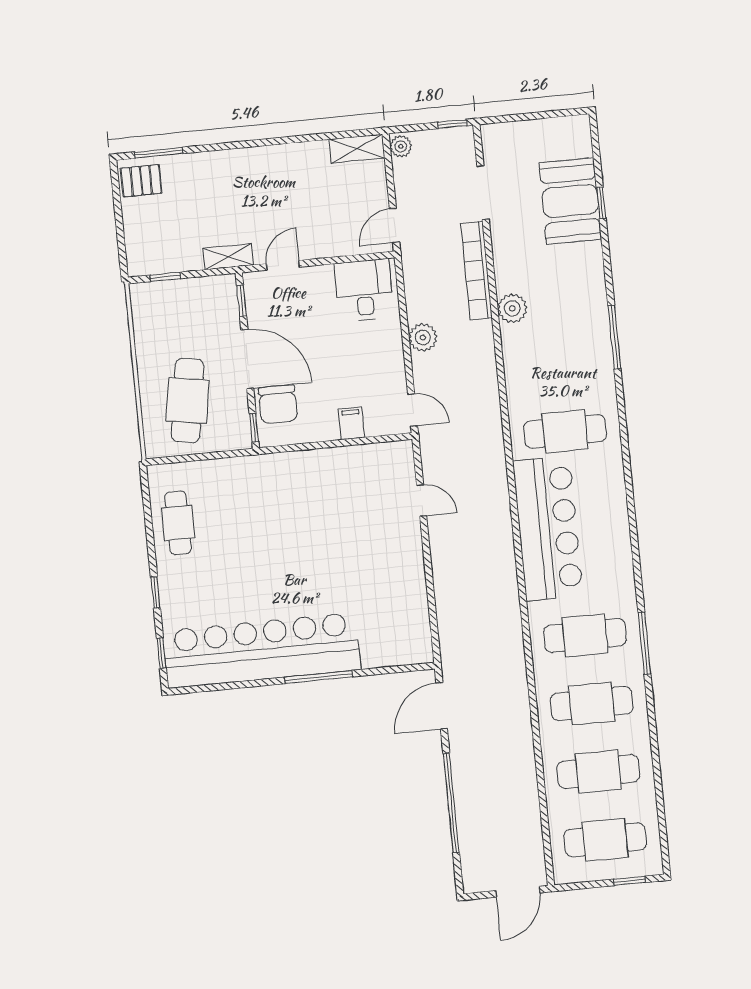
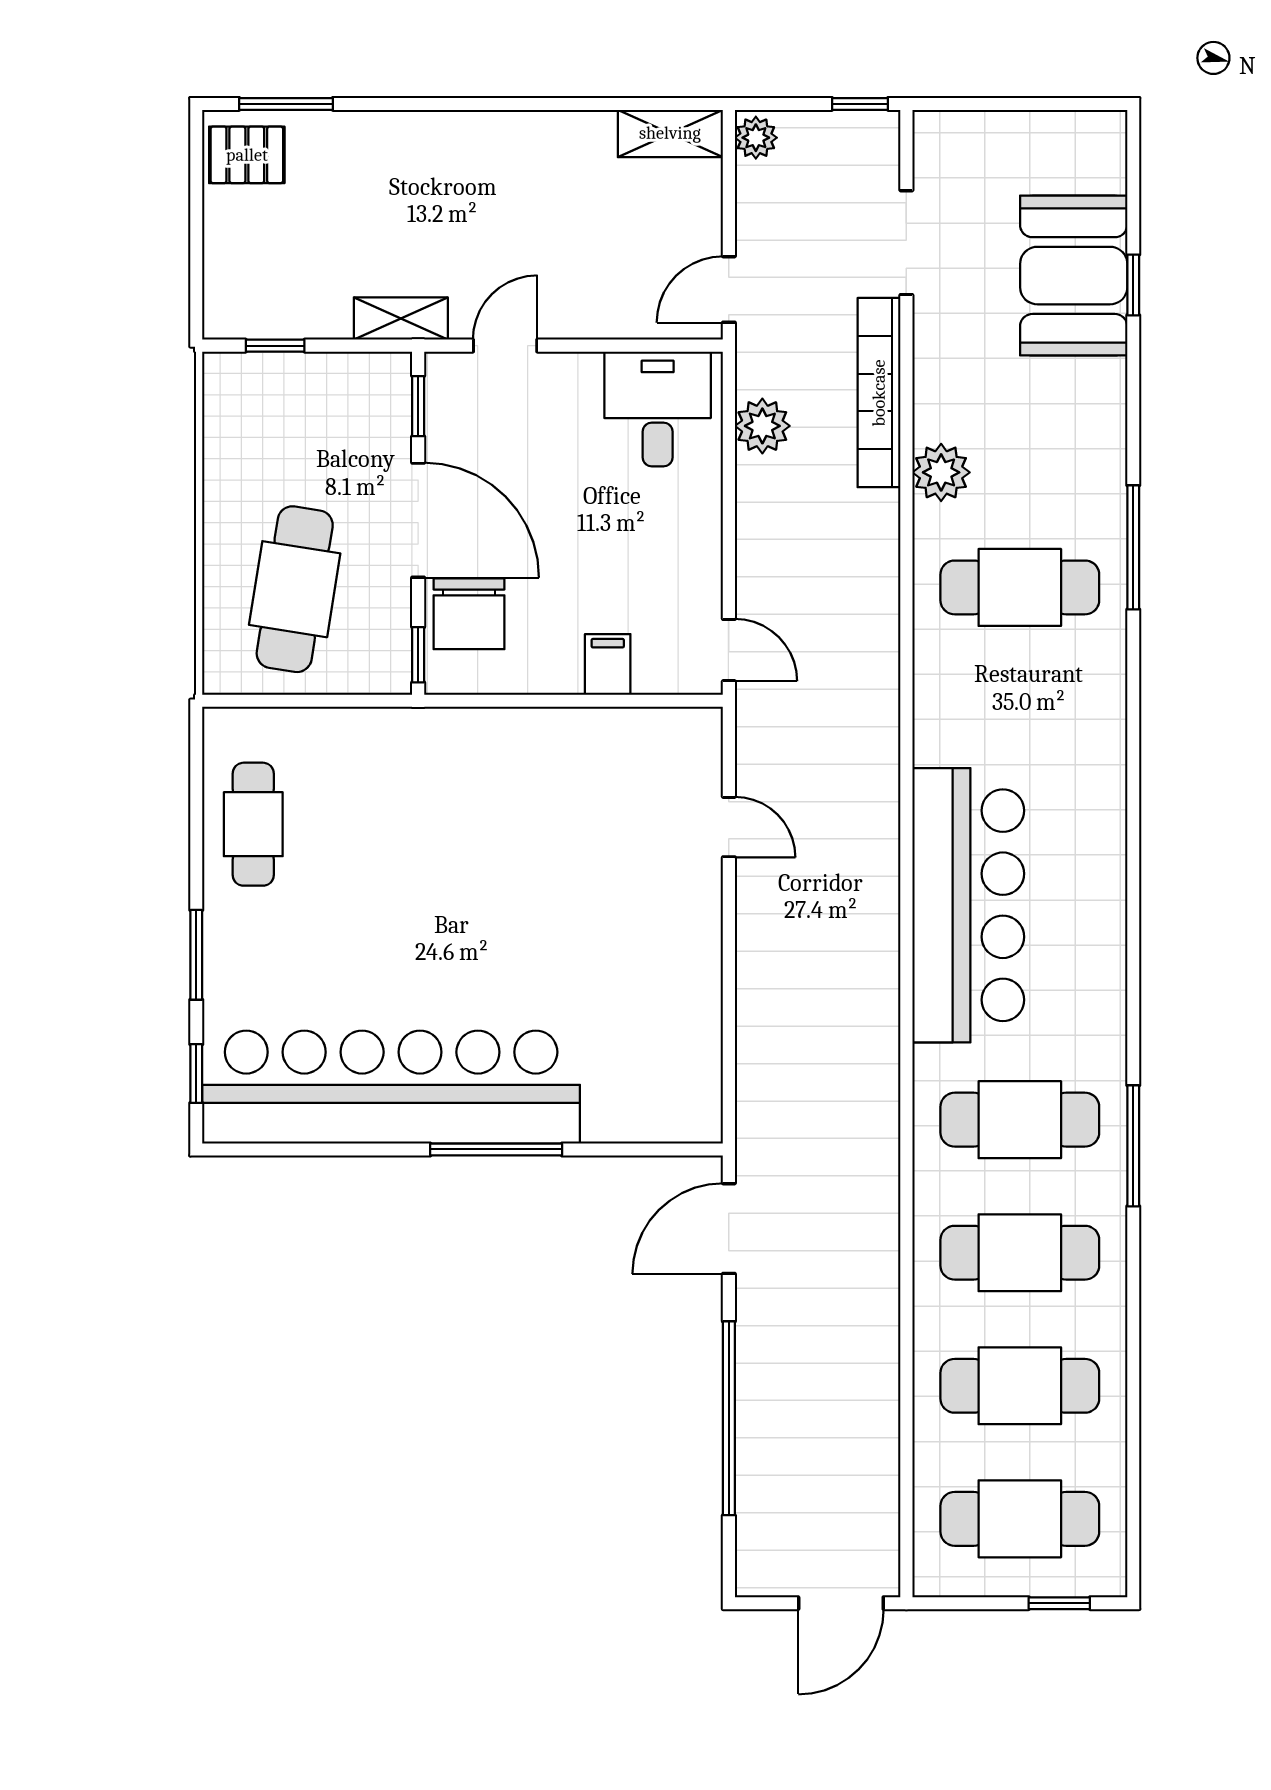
plant: (423, 338) -> (762, 426), moved
cafe table: (565, 431) -> (1020, 587), moved
window: (155, 592) -> (196, 955), width x1.50

